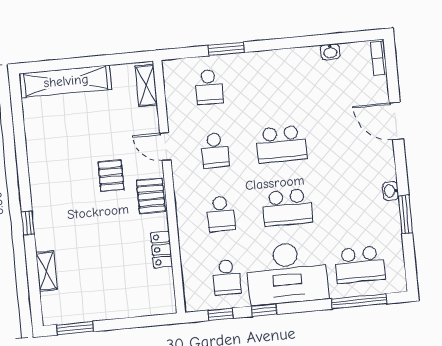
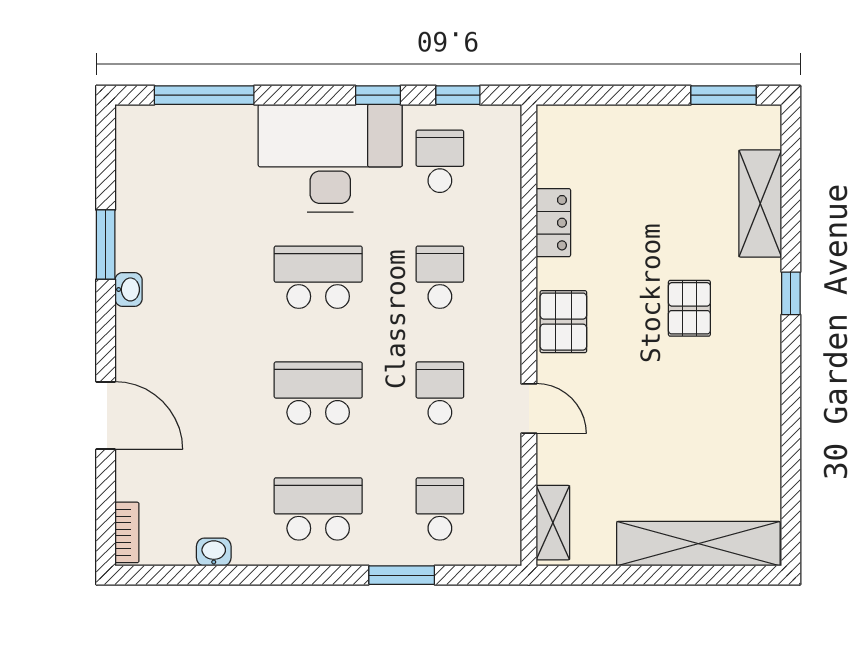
pallet: (111, 176) -> (689, 308), moved
school desk: (360, 265) -> (318, 509), moved
shelving: (46, 271) -> (760, 204), width x1.50, depth x1.33

